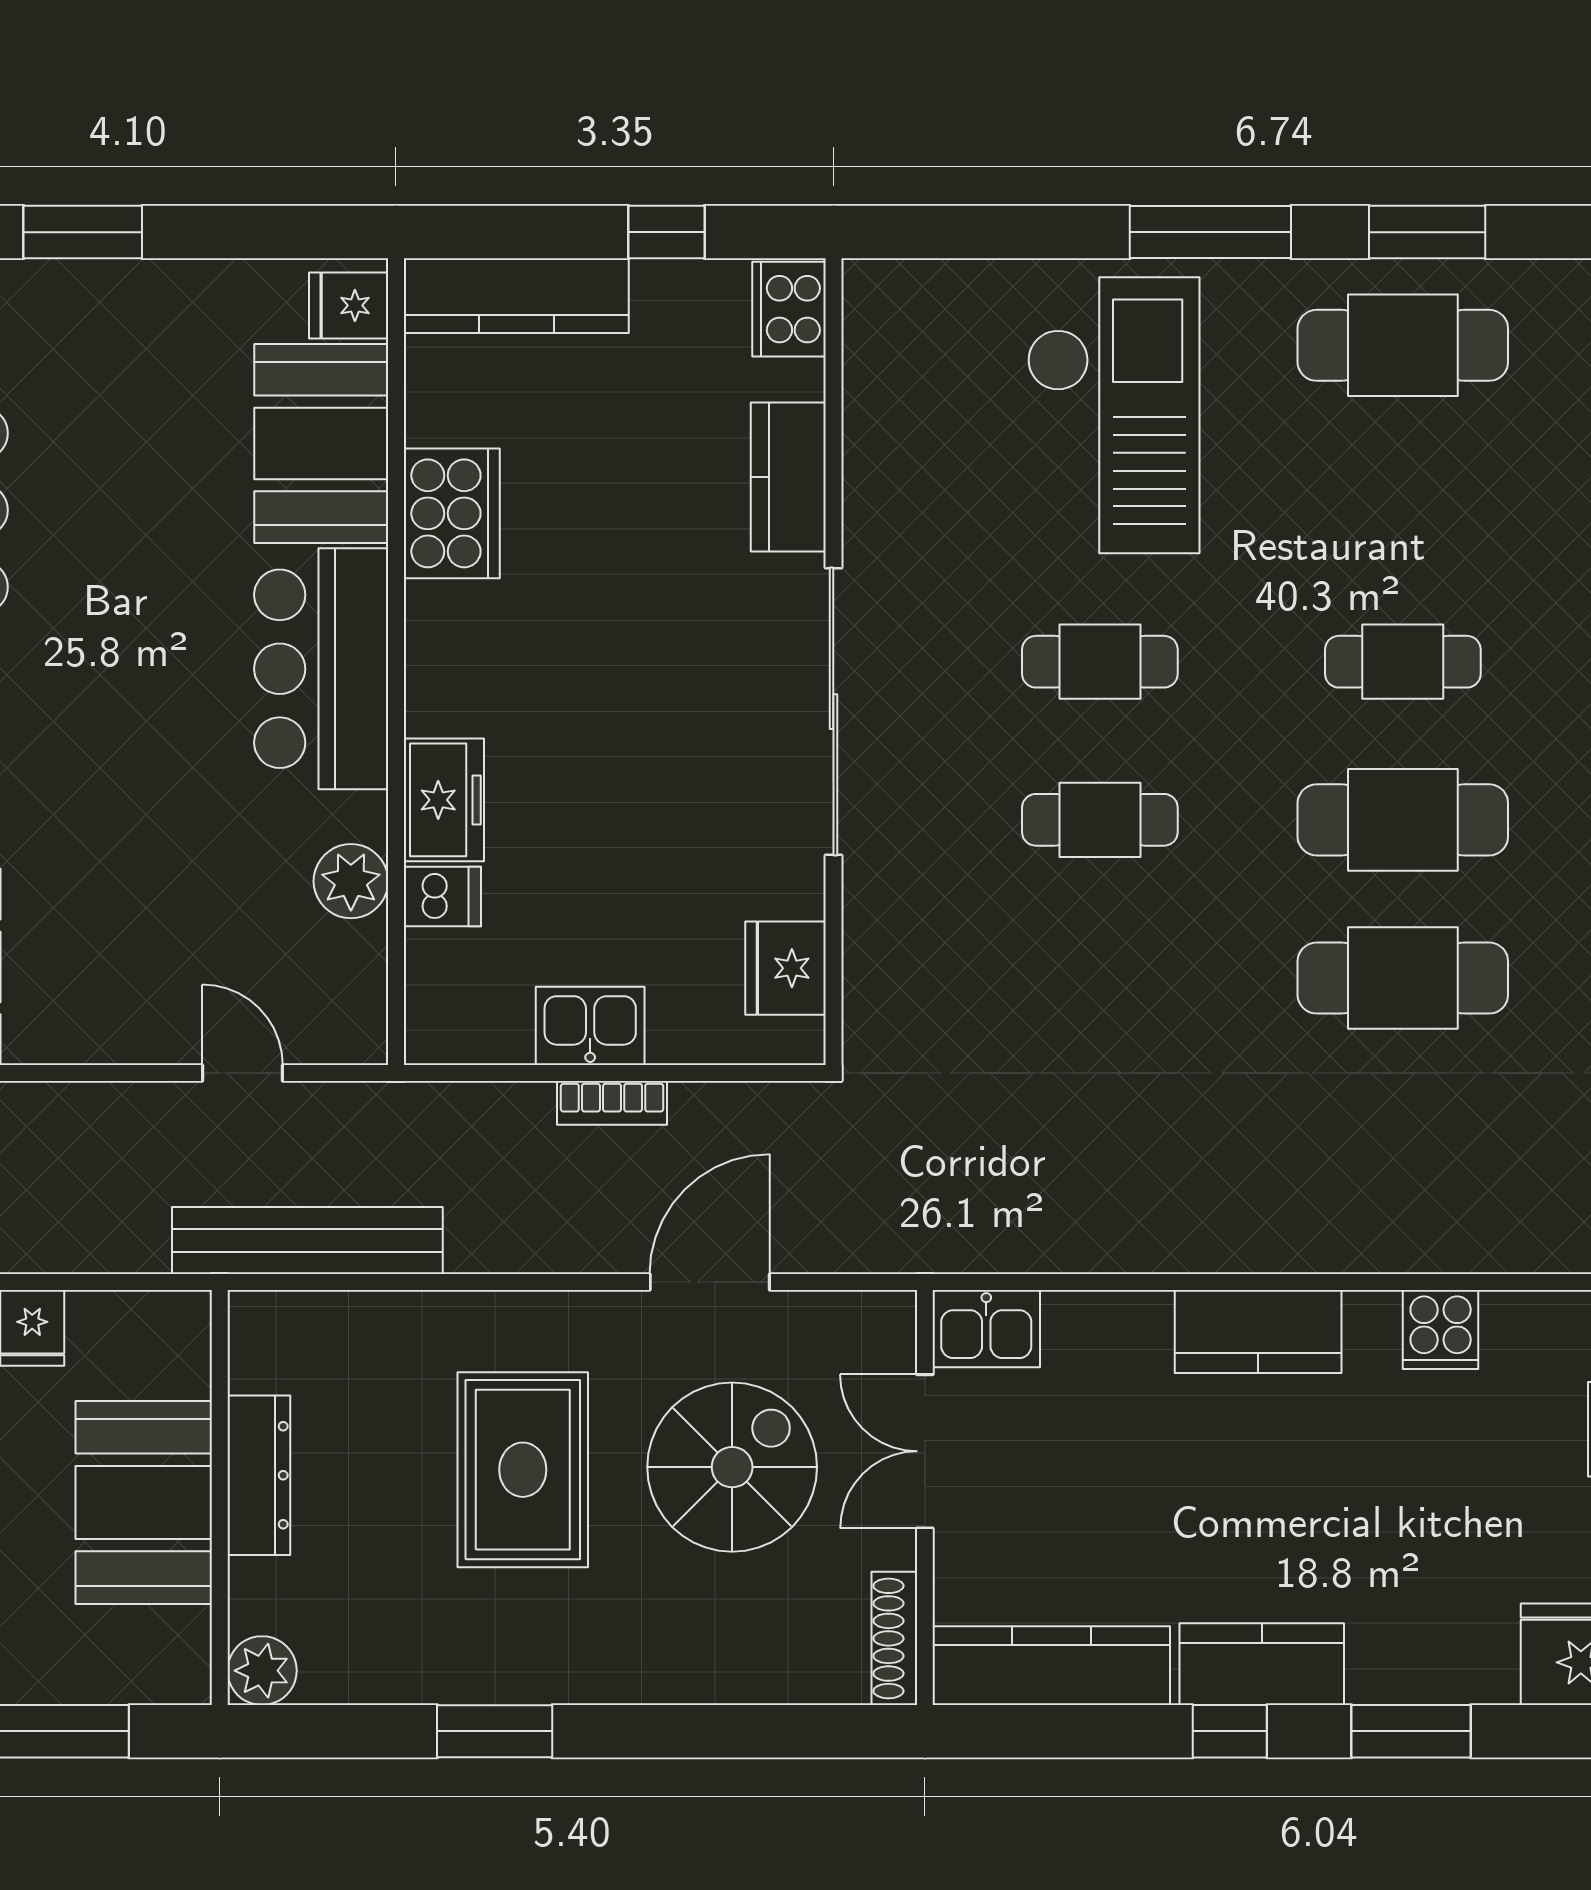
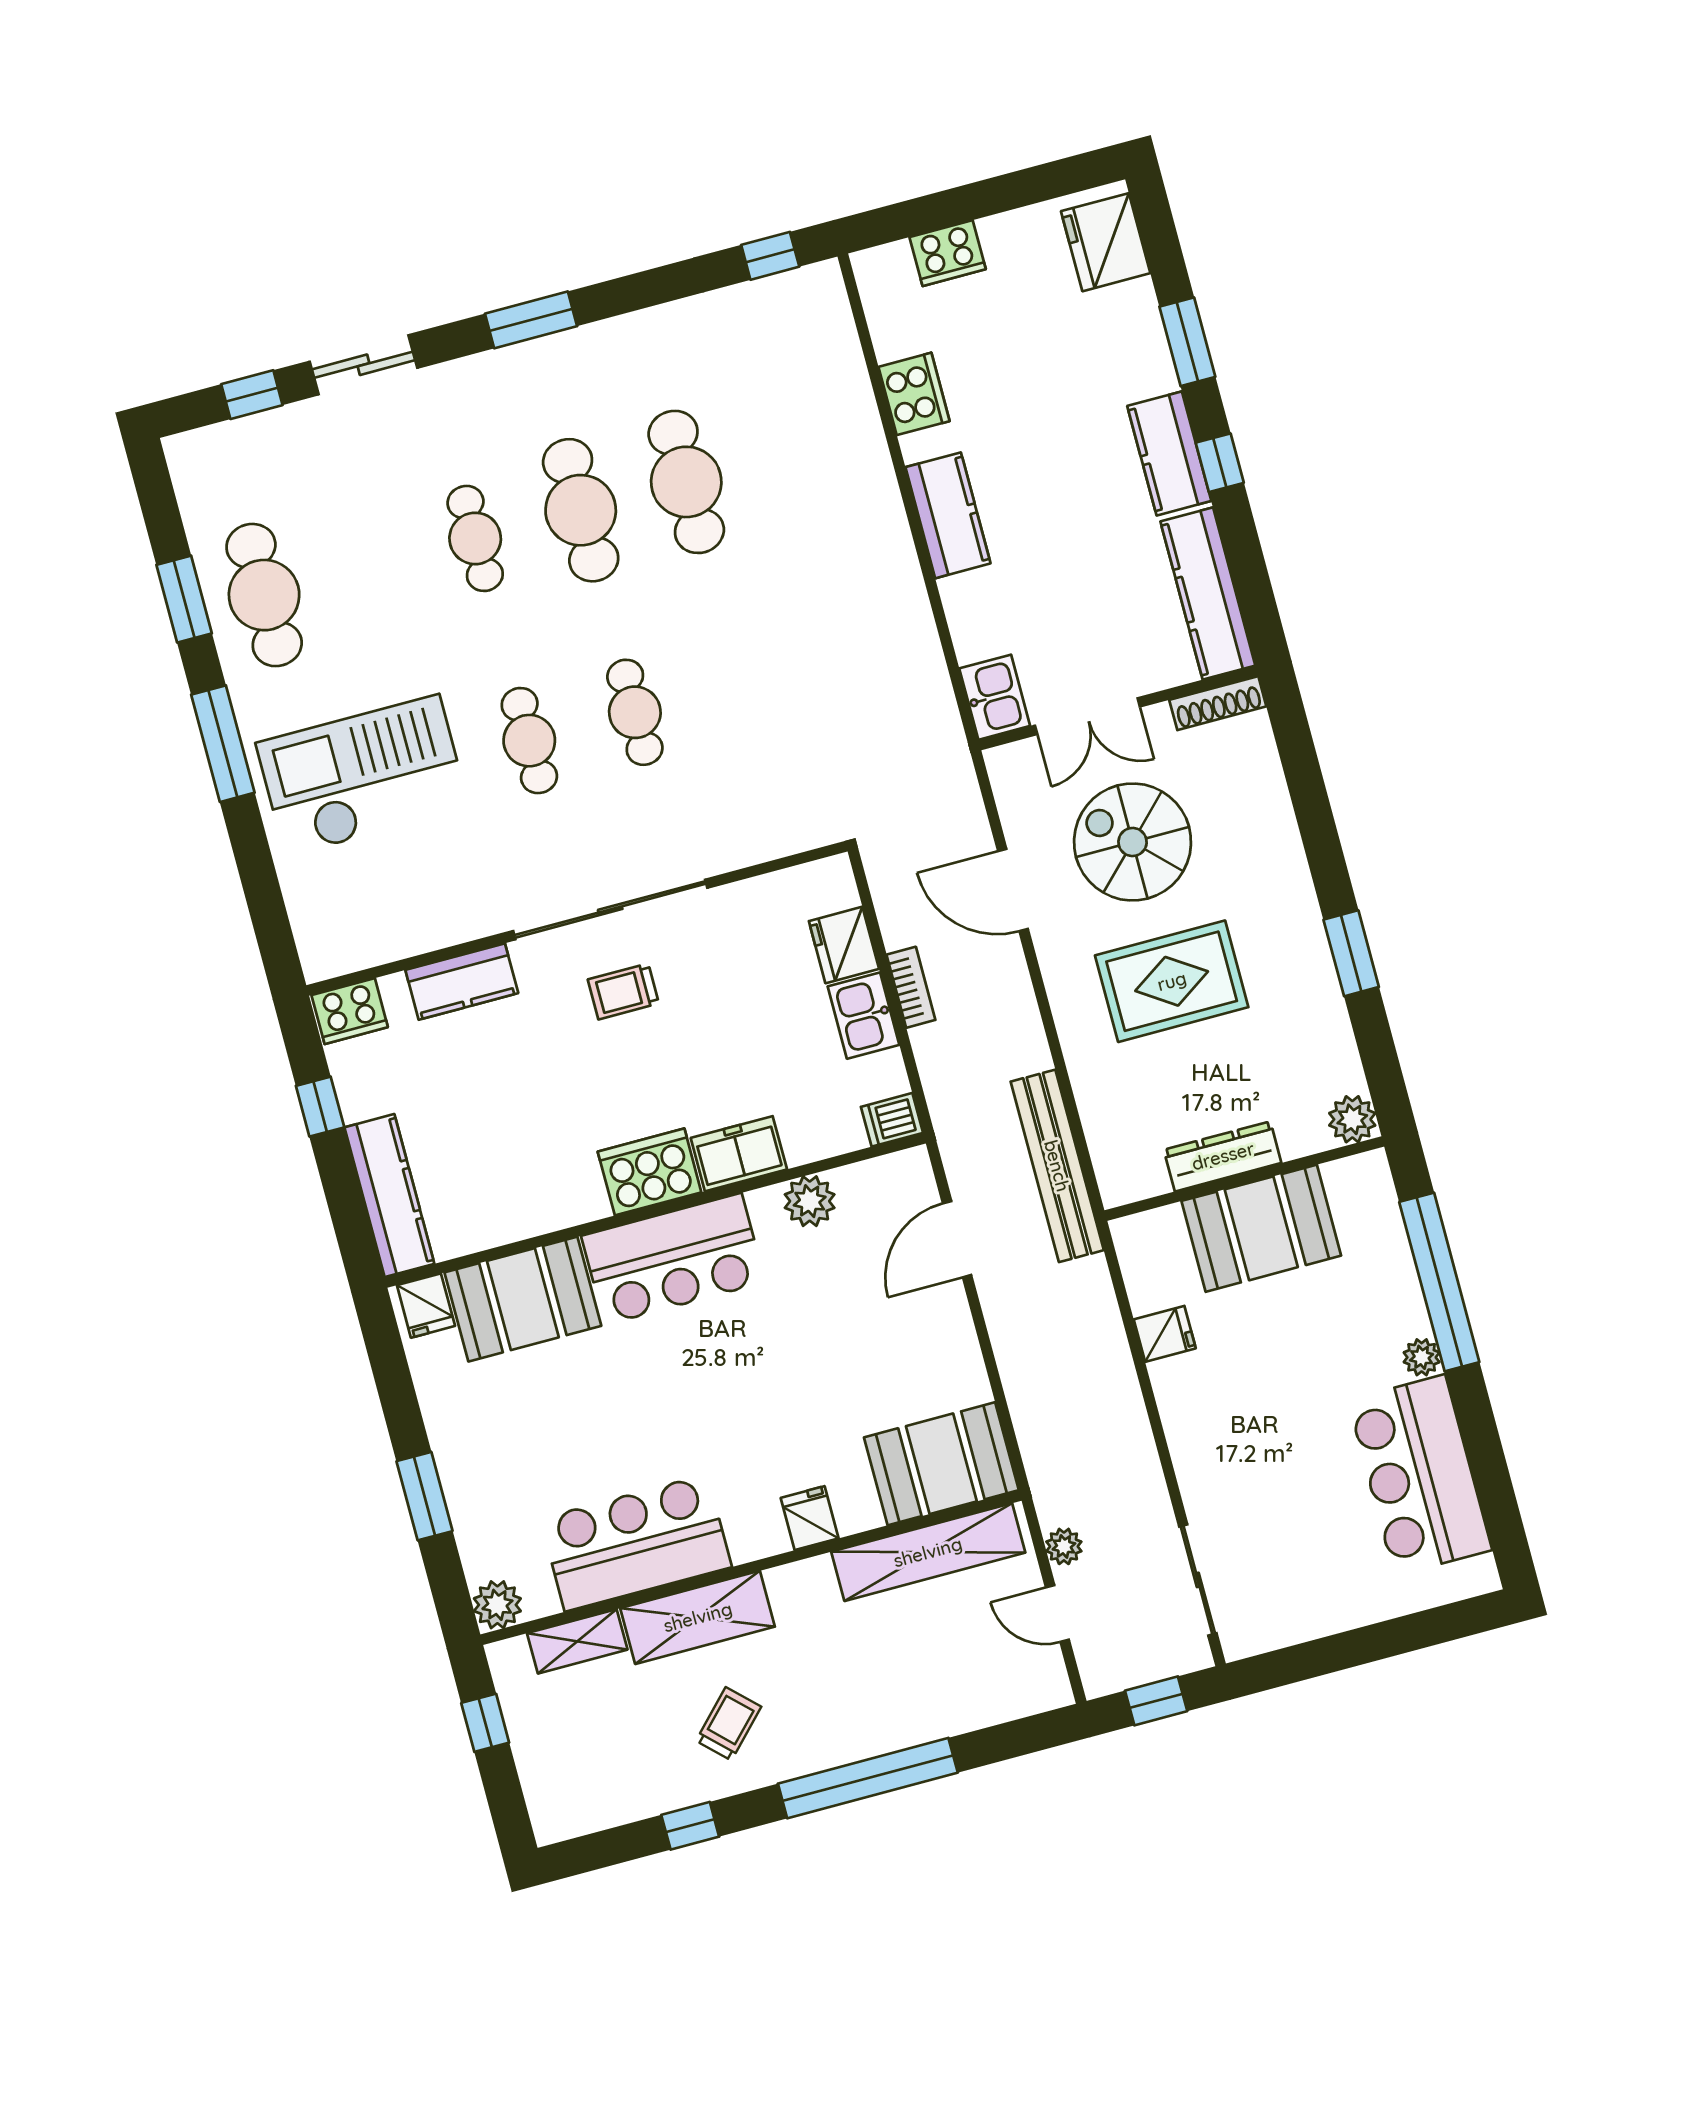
cooker: (452, 513) -> (650, 1172), moved
trolley: (714, 699) -> (623, 991), added
dishwasher: (442, 897) -> (892, 1120), moved, turned -90
fridge: (785, 968) -> (844, 945), moved, turned 90
door: (243, 1073) -> (957, 1239), width x1.38
cooker: (1441, 1330) -> (914, 394), width x1.36

